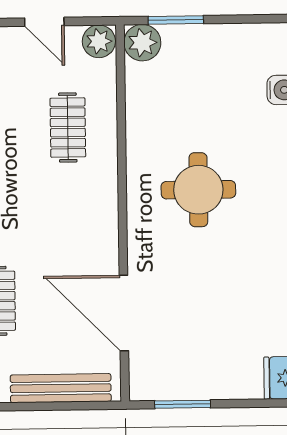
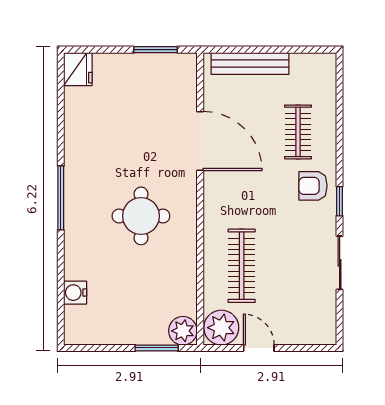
plant: (99, 41) -> (221, 328), width x1.36, depth x1.36
clothes rail: (68, 127) -> (242, 266), width x1.36
door: (124, 313) -> (200, 141), moved

